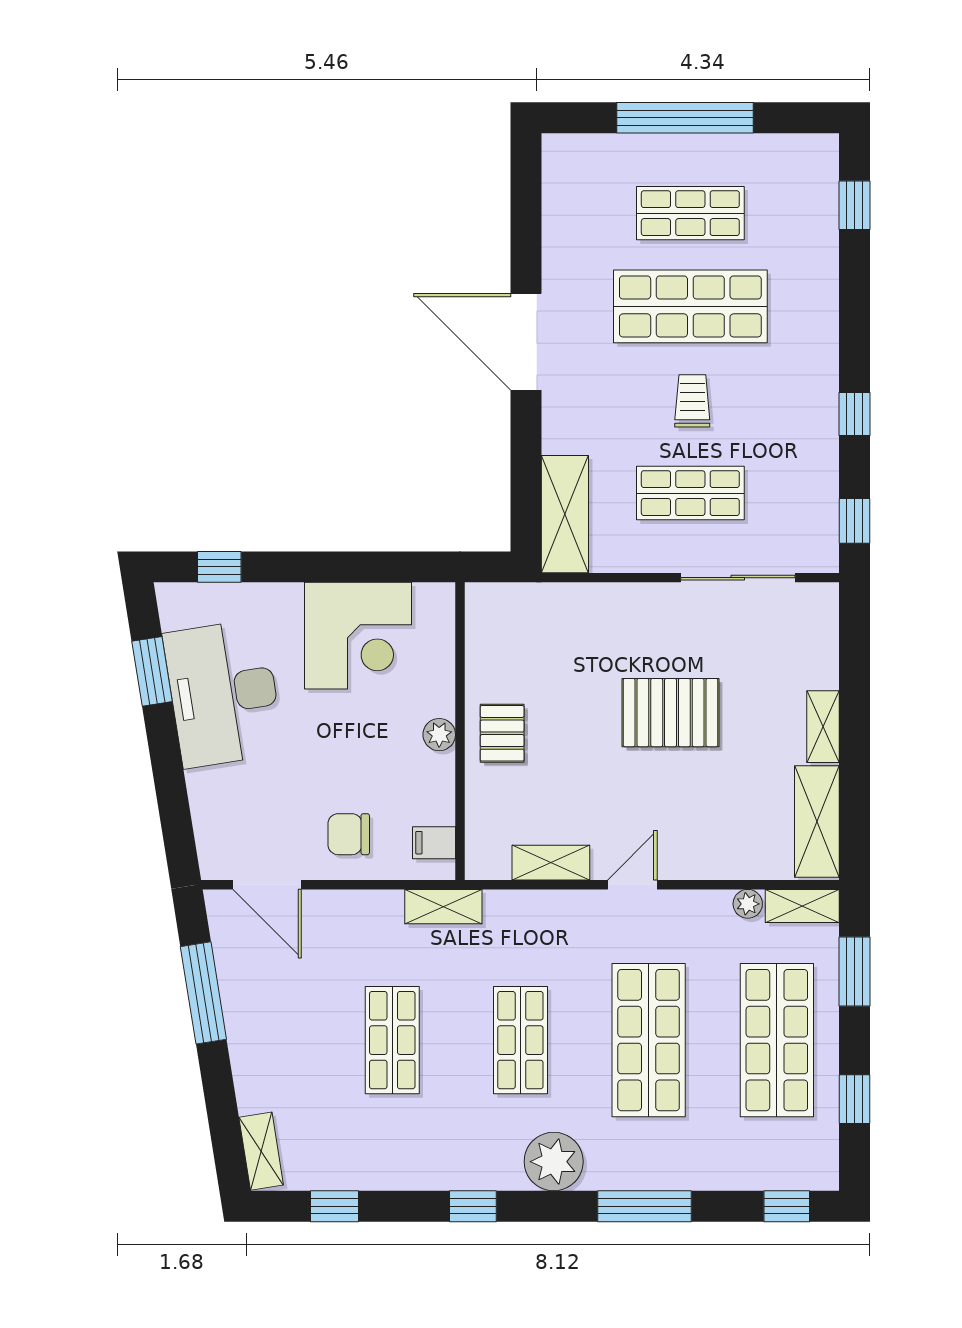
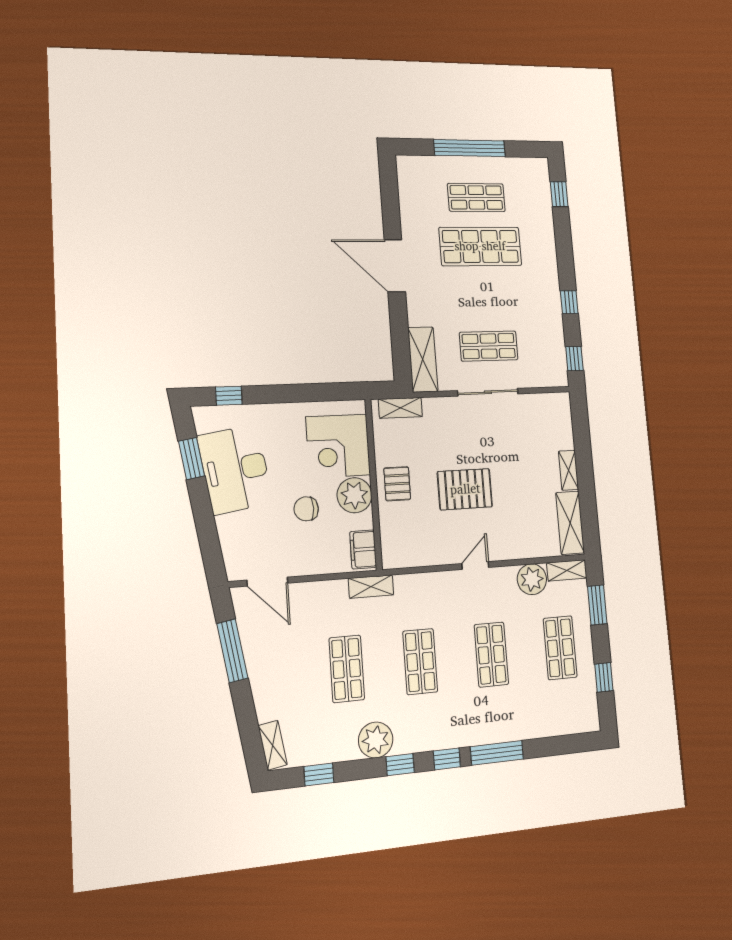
trolley: (692, 401) -> (486, 297), removed
sliding door: (738, 578) -> (488, 392), moved
corner desk: (358, 636) -> (338, 446), moved, turned 90
pallet: (671, 713) -> (465, 489), moved
plant: (439, 735) -> (354, 495), width x1.87, depth x1.87
chair: (349, 834) -> (306, 509), moved
filing cabinet: (434, 843) -> (363, 549), width x2.00
shelving: (551, 863) -> (400, 408), moved
plant: (748, 904) -> (532, 579), width x1.88, depth x1.88
shop shelf: (649, 1040) -> (491, 655), width x0.70, depth x0.74
shop shelf: (777, 1040) -> (560, 648), width x0.70, depth x0.74
plant: (554, 1162) -> (376, 740), moved
window: (787, 1206) -> (447, 759), moved

